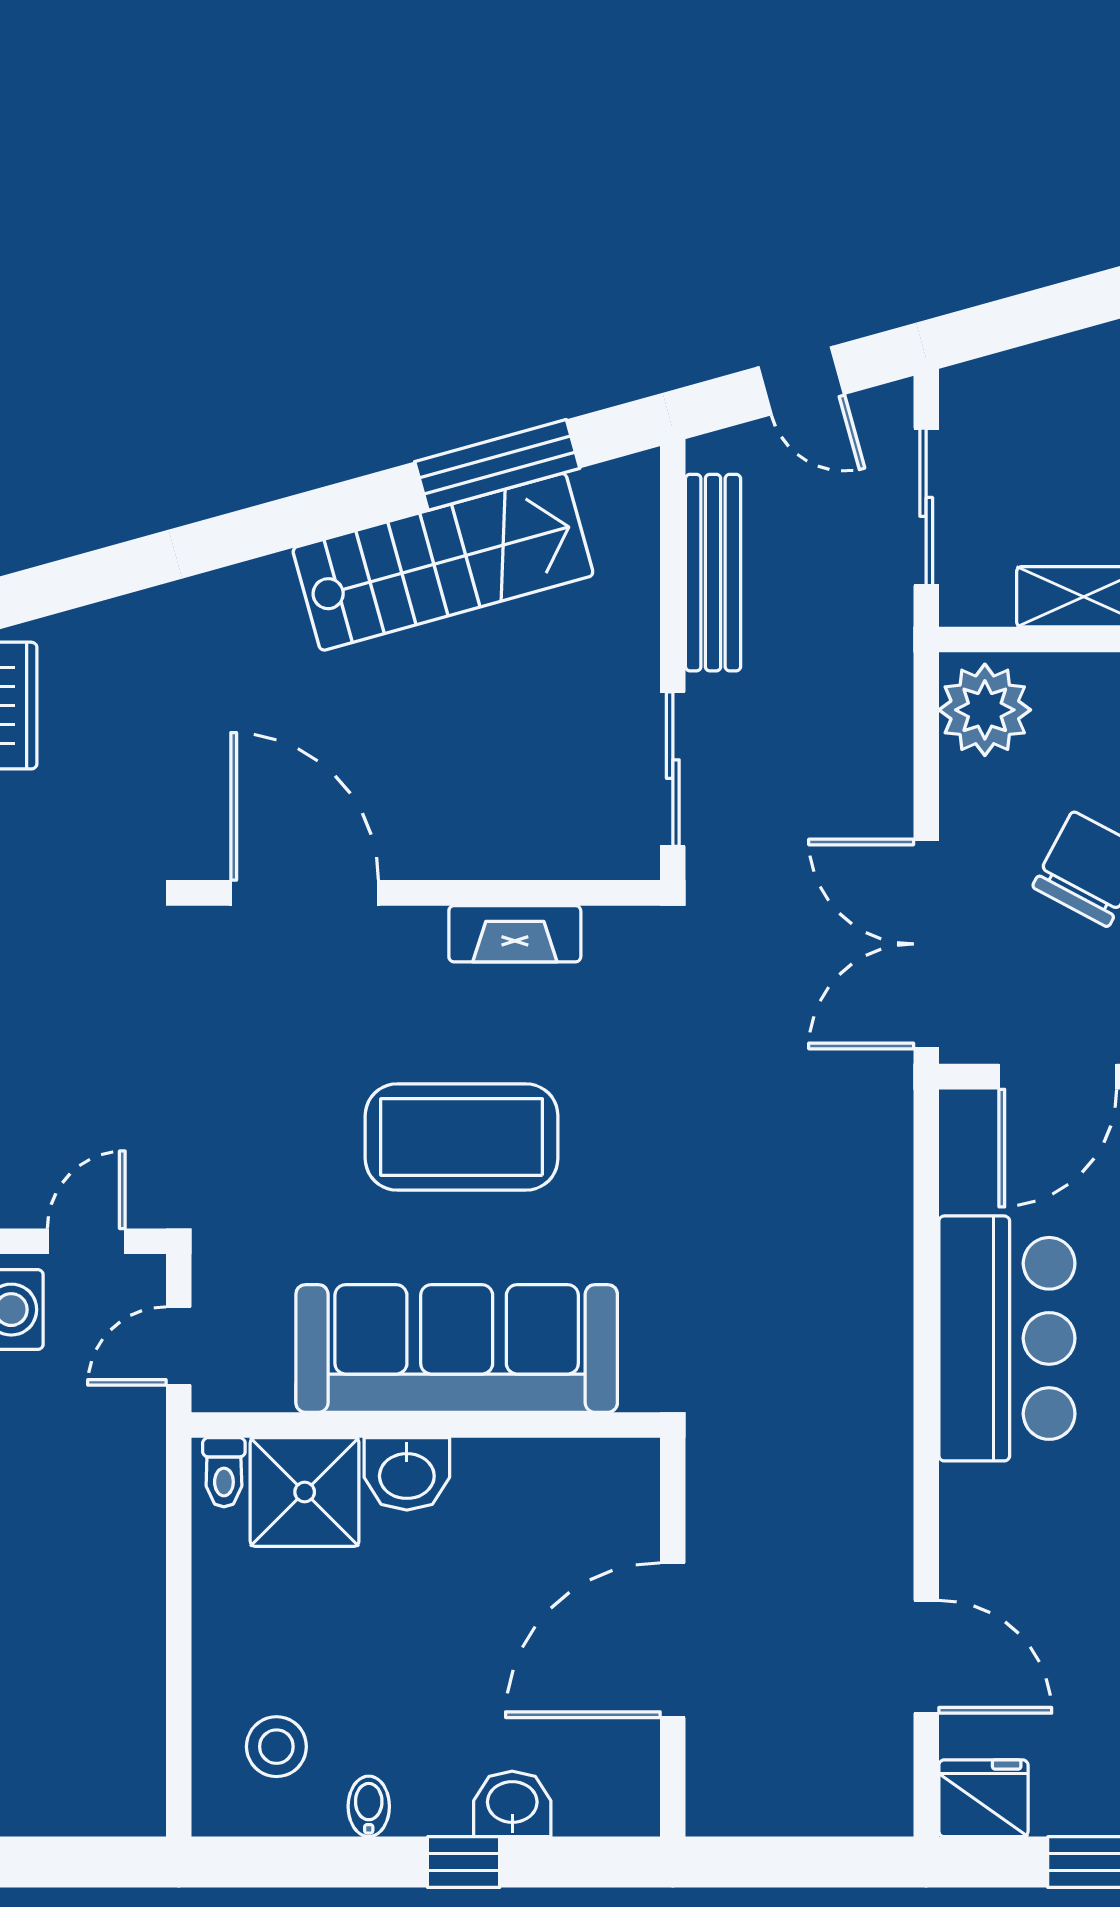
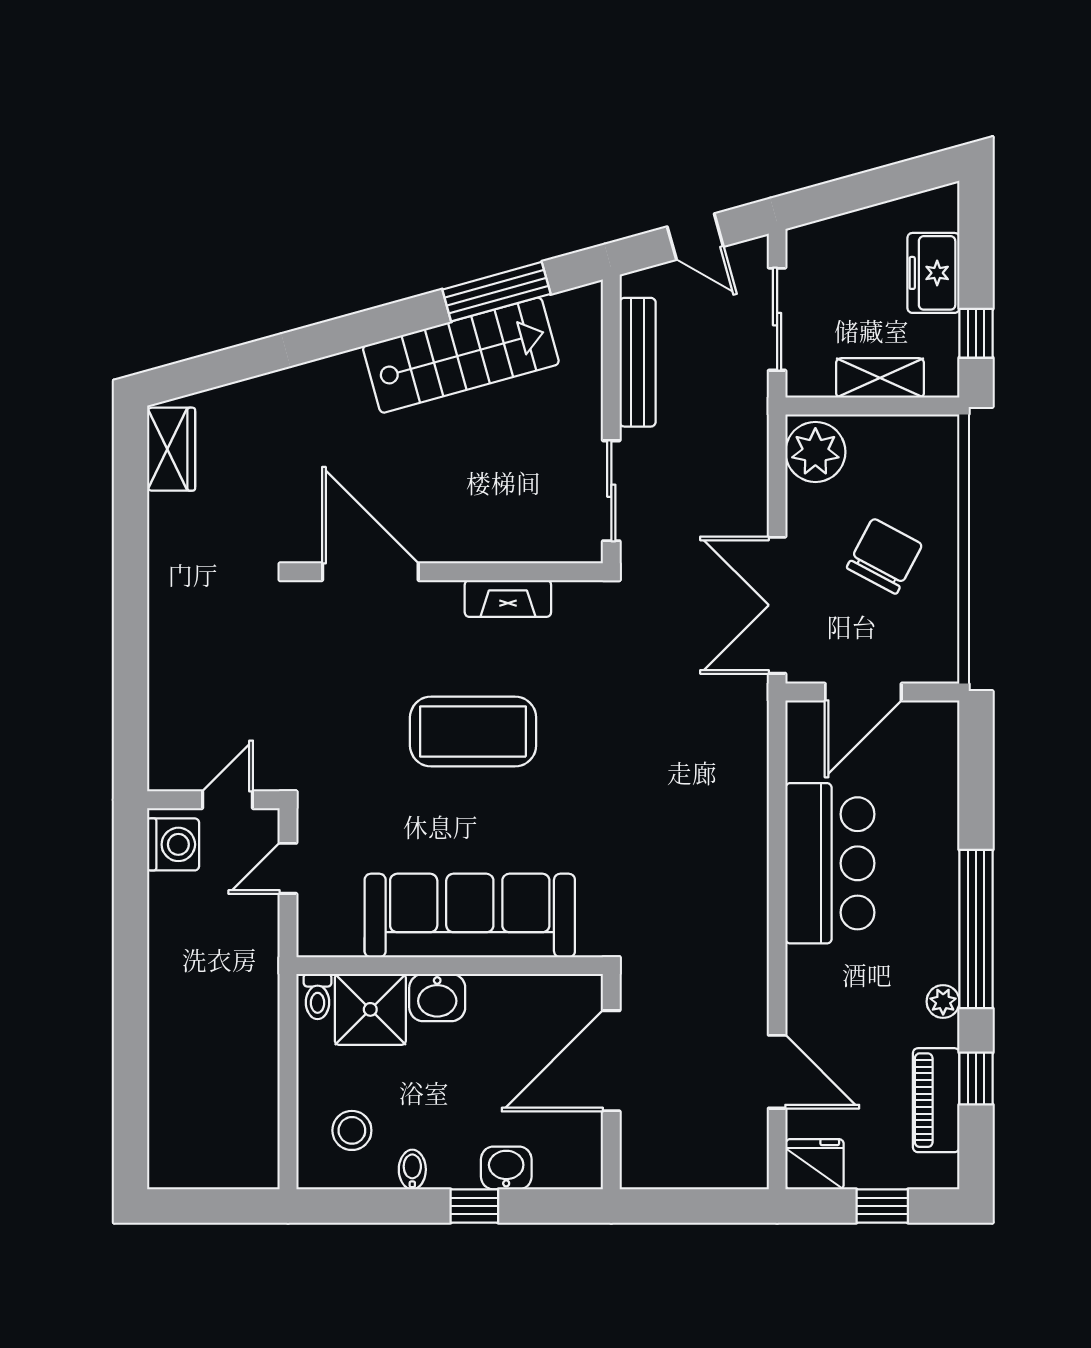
sofa: (457, 1348) -> (470, 915), moved
wall: (426, 1425) -> (450, 966), moved
toilet: (224, 1472) -> (318, 996), moved
washbasin: (407, 1474) -> (437, 998), moved
shower: (305, 1492) -> (370, 1009), moved

